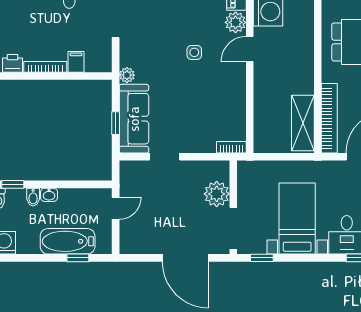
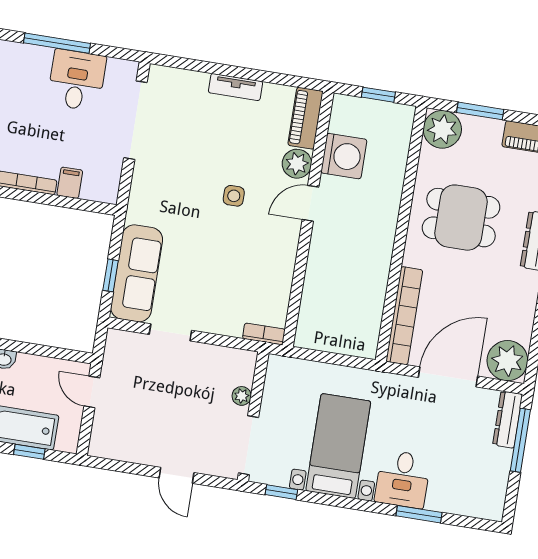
plant: (127, 75) -> (137, 212), removed
shelving: (303, 123) -> (367, 316), removed
plant: (217, 194) -> (242, 396), width x0.53, depth x0.53
door: (116, 208) -> (92, 392), swing flipped
door: (185, 258) -> (176, 475), width x0.53

